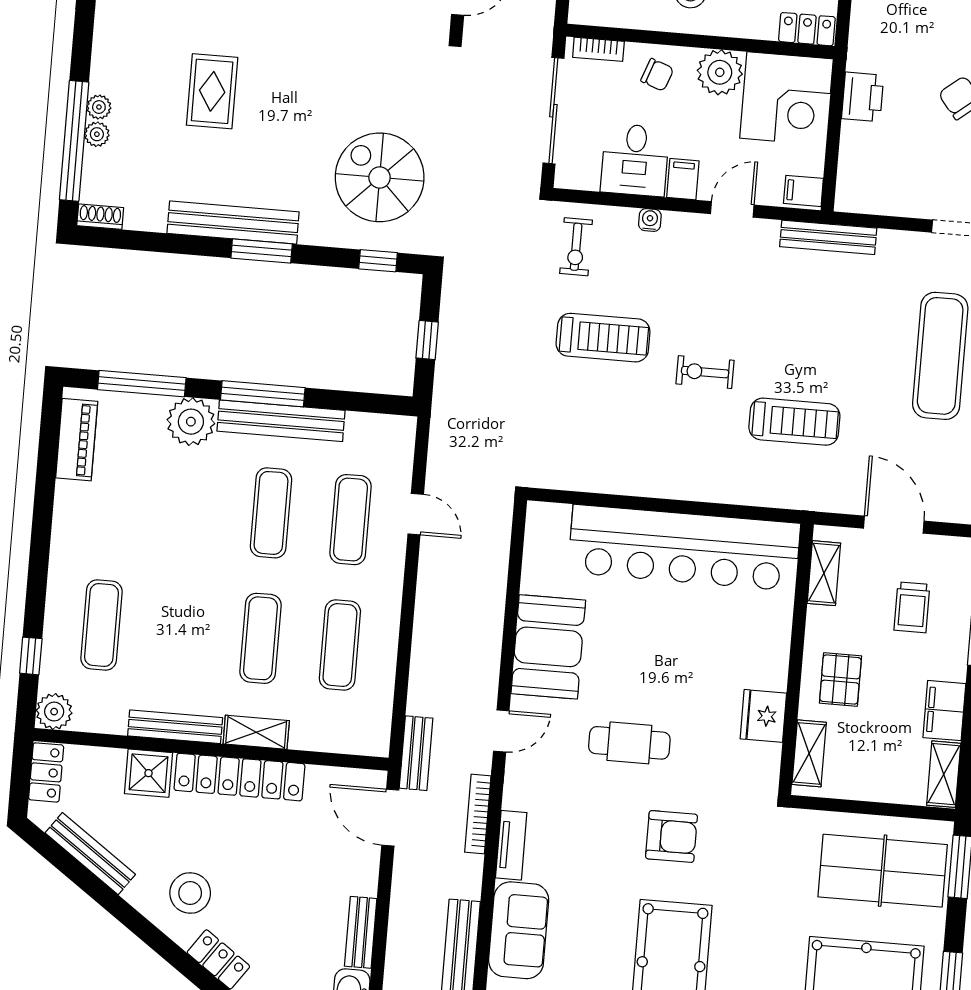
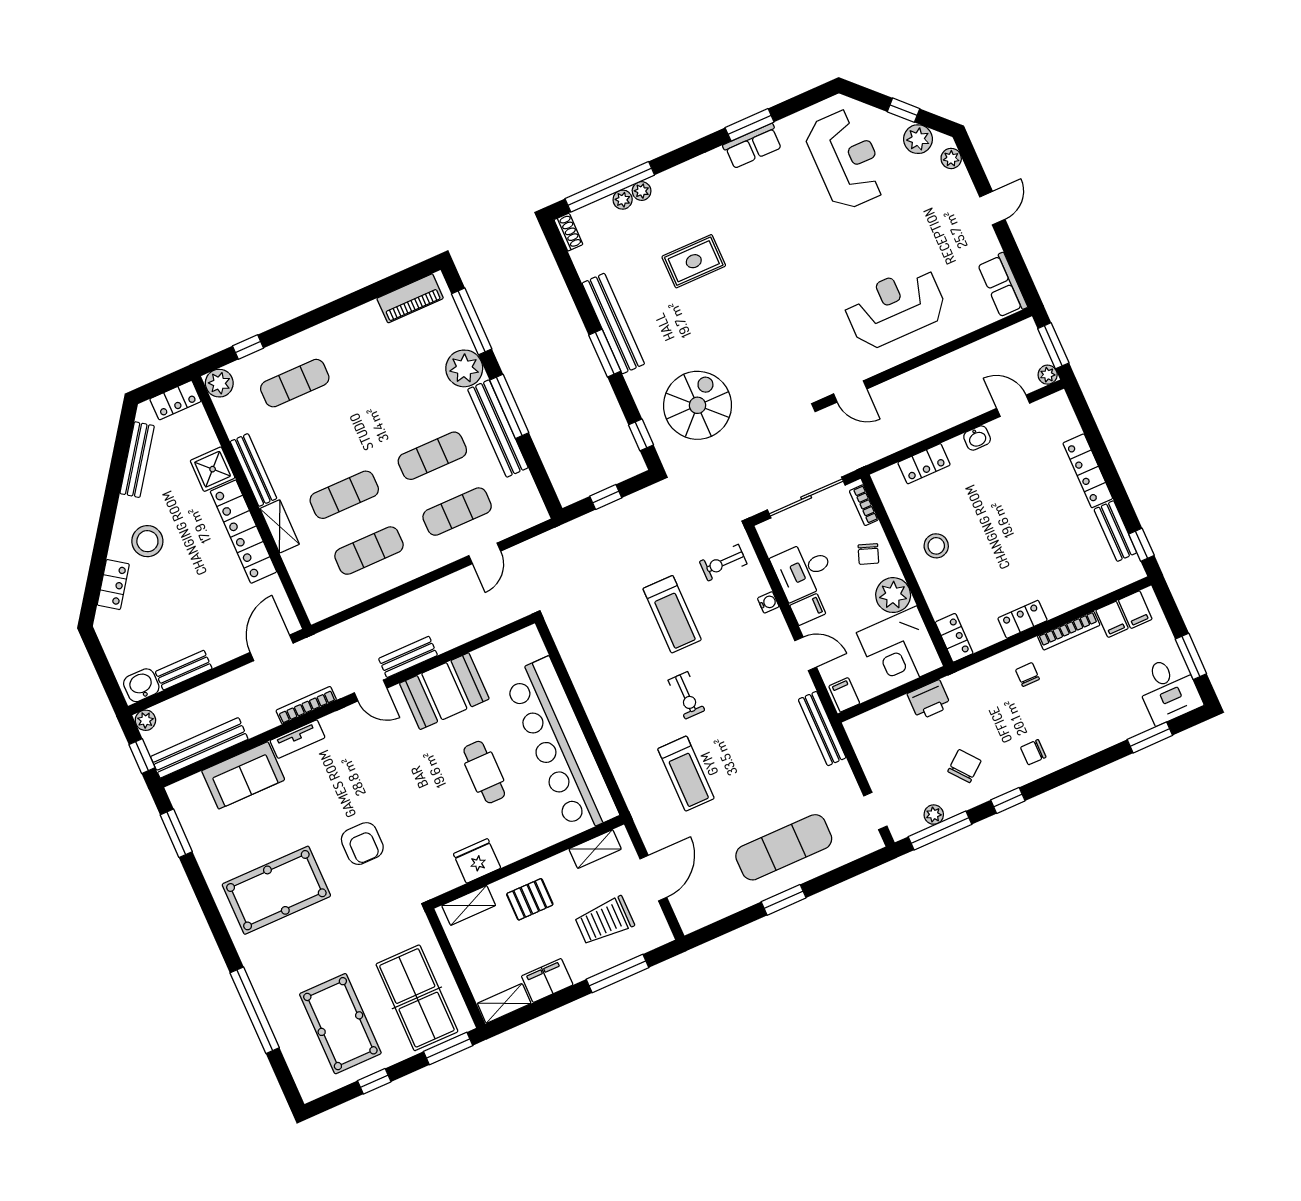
exercise bike: (705, 372) -> (686, 695), turned 180
trolley: (912, 607) -> (605, 921), width x1.36, depth x1.39
cafe table: (629, 743) -> (484, 772), moved
bench: (416, 753) -> (408, 657), moved

